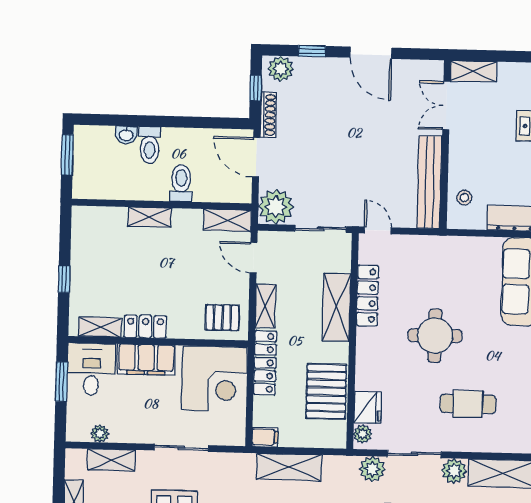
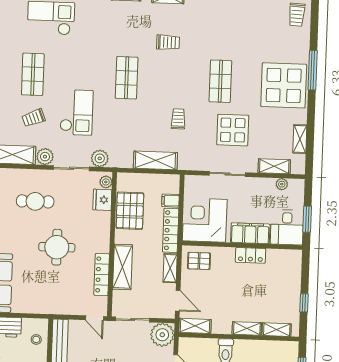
window: (64, 279) -> (304, 303), moved
shelving: (100, 327) -> (277, 330), moved
filing cabinet: (265, 437) -> (171, 201), moved

